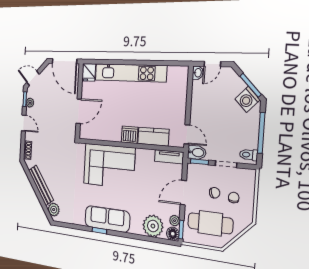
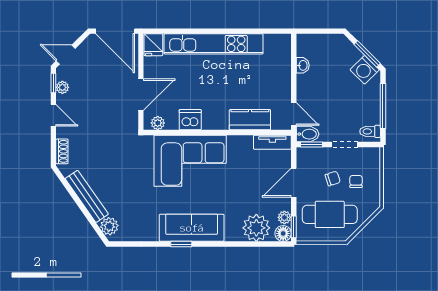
door: (212, 64) -> (320, 31), removed
washbasin: (198, 73) -> (303, 65), moved
plant: (89, 134) -> (158, 123), added
dishwasher: (130, 135) -> (190, 120), moved

